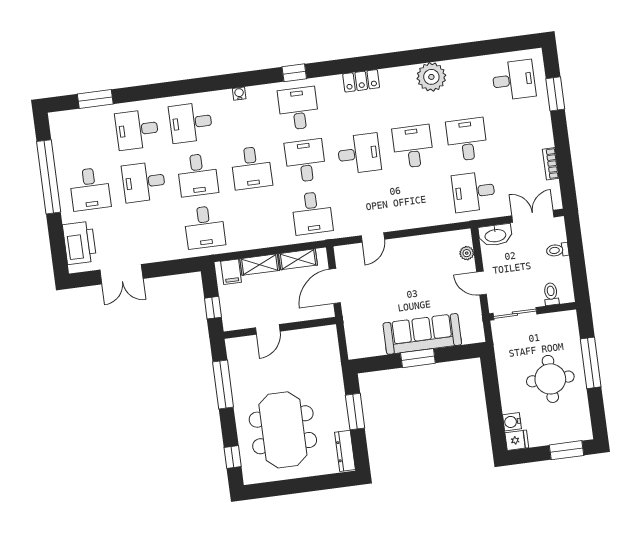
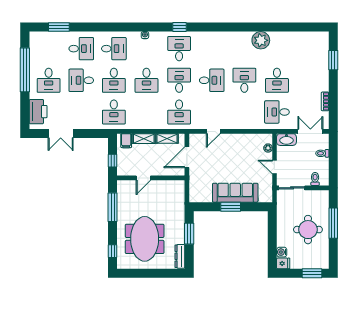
desk: (514, 80) -> (310, 49), removed
locker: (361, 81) -> (219, 37), removed
desk: (191, 123) -> (114, 49), turned 180
desk: (137, 130) -> (81, 49), turned 180
desk: (467, 139) -> (277, 80), turned 180

